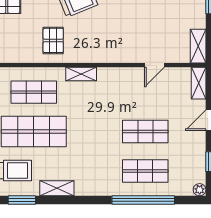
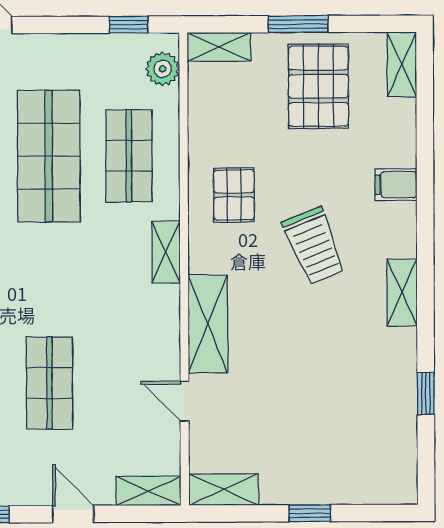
pallet: (53, 40) -> (234, 195), turned 90
shelving: (117, 54) -> (208, 324), added

